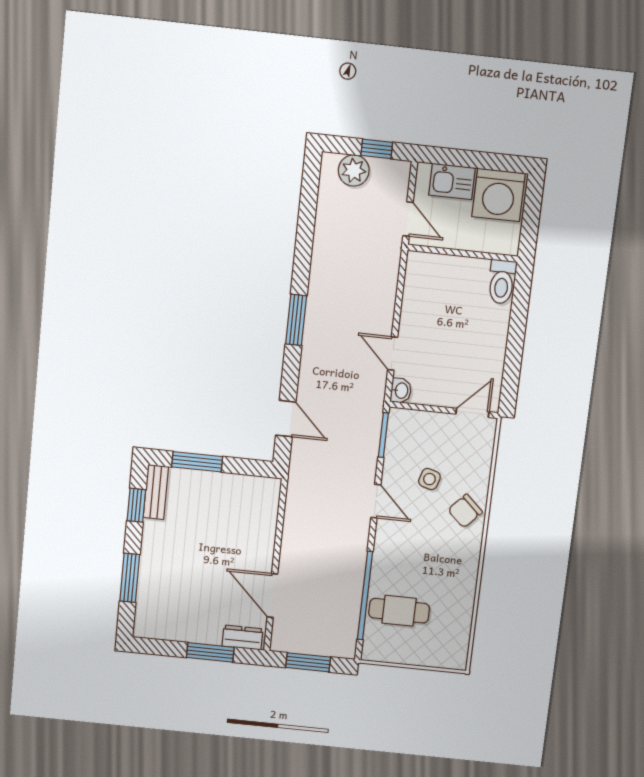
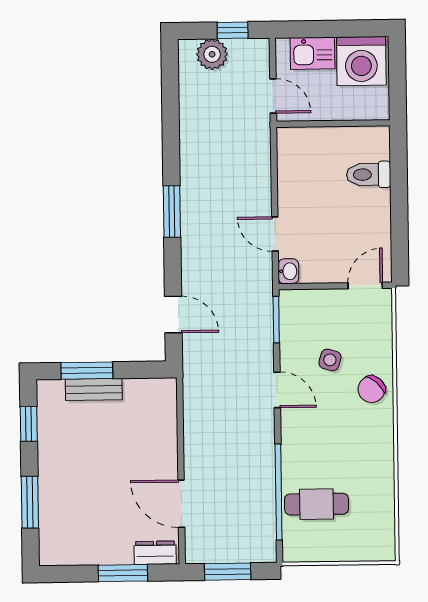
toilet: (502, 282) -> (369, 175), moved, turned 90
bench: (156, 492) -> (94, 389), moved, turned 90

